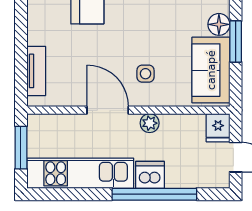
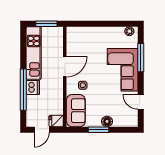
sofa: (211, 70) -> (76, 111), moved, turned 90
tv unit: (36, 71) -> (84, 31), removed
plant: (150, 123) -> (58, 87), removed

